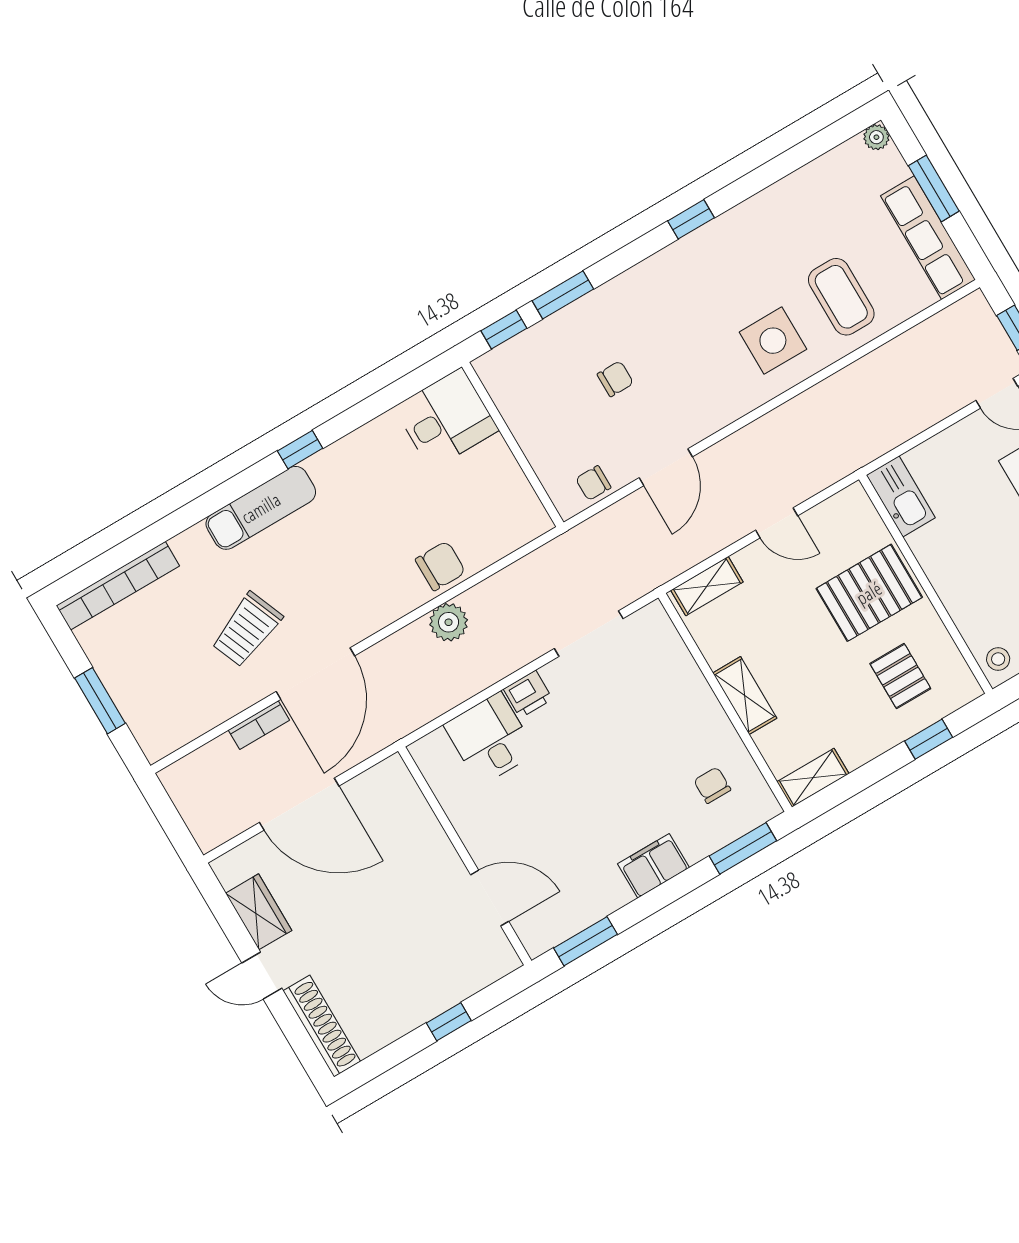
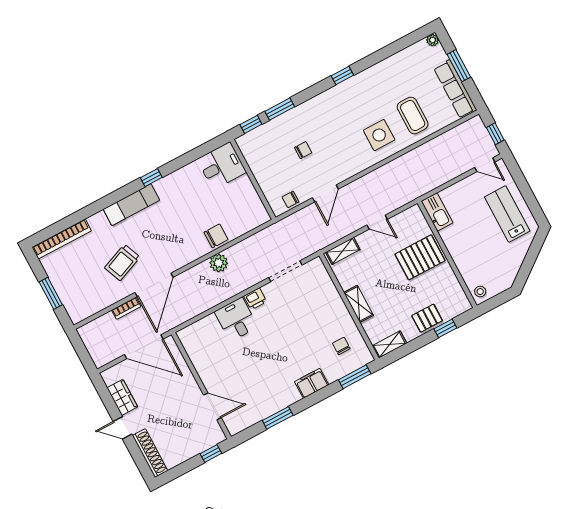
pallet: (900, 676) -> (427, 318), moved, turned 90
wall: (465, 856) -> (201, 386), moved
door: (490, 898) -> (212, 406), moved

